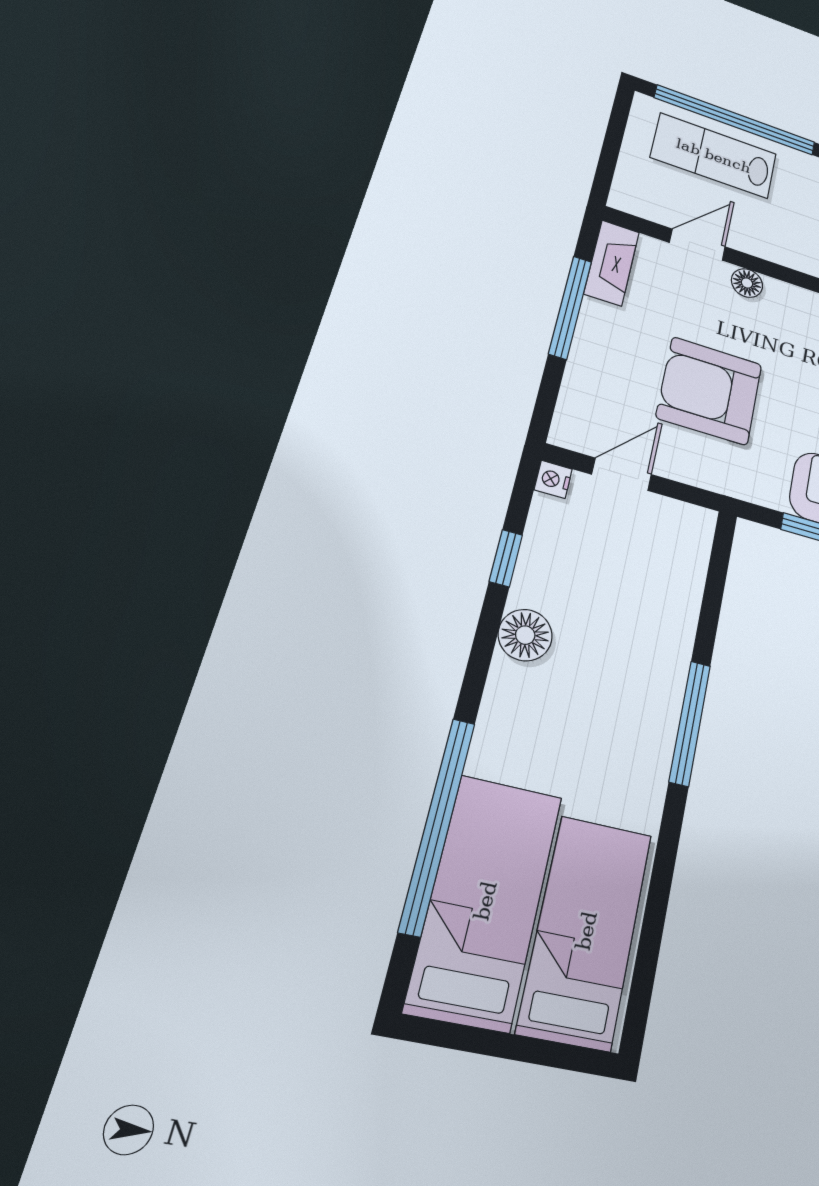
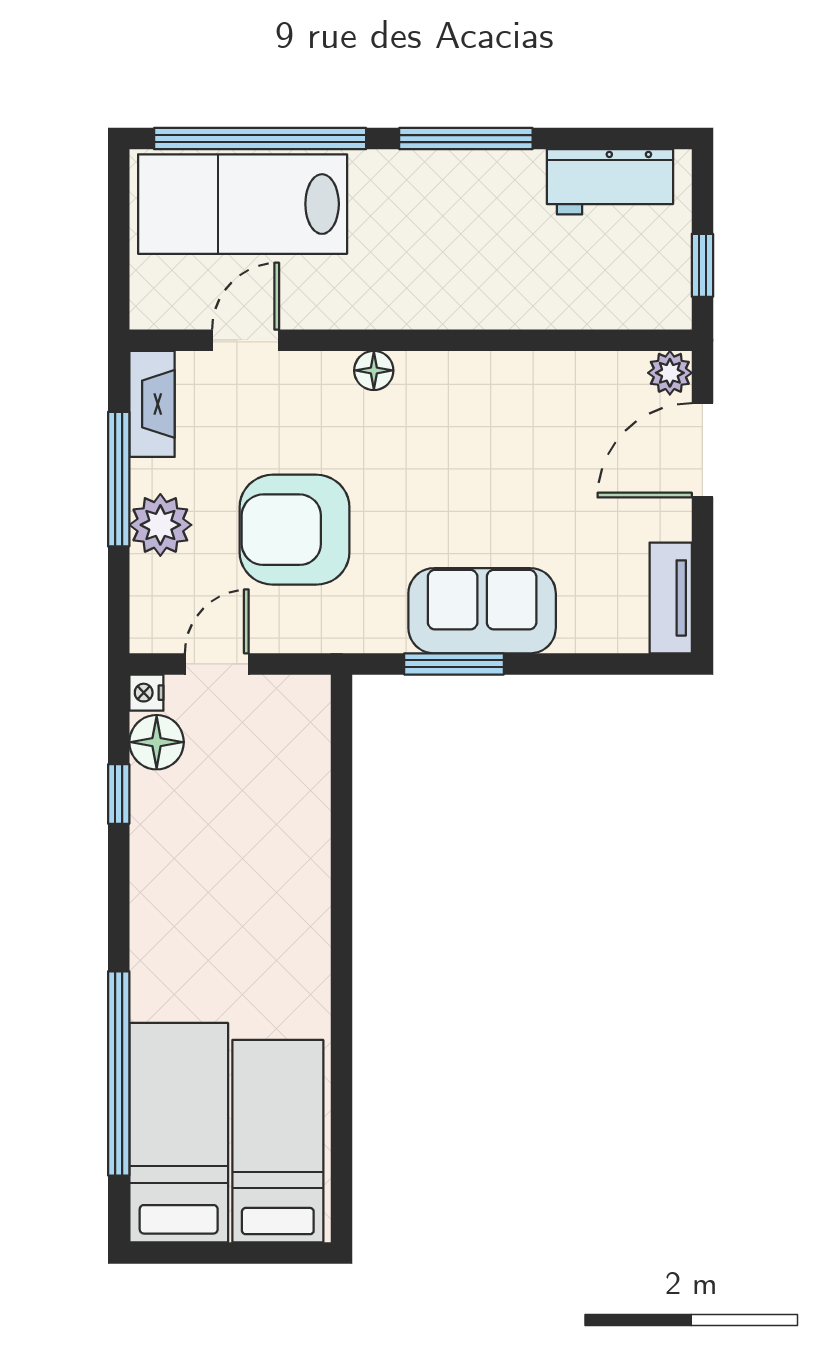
lab bench: (714, 156) -> (243, 204), width x1.36, depth x1.39
floor lamp: (747, 283) -> (374, 370), moved
plant: (598, 352) -> (160, 525), added
floor lamp: (525, 635) -> (157, 742), moved
window: (690, 723) -> (342, 918), removed

